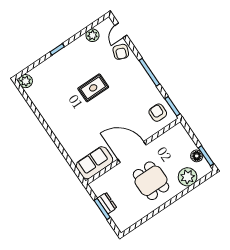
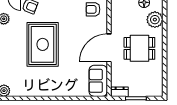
rug: (93, 88) -> (43, 44), width x1.86, depth x2.06
dresser: (107, 203) -> (120, 92), moved

